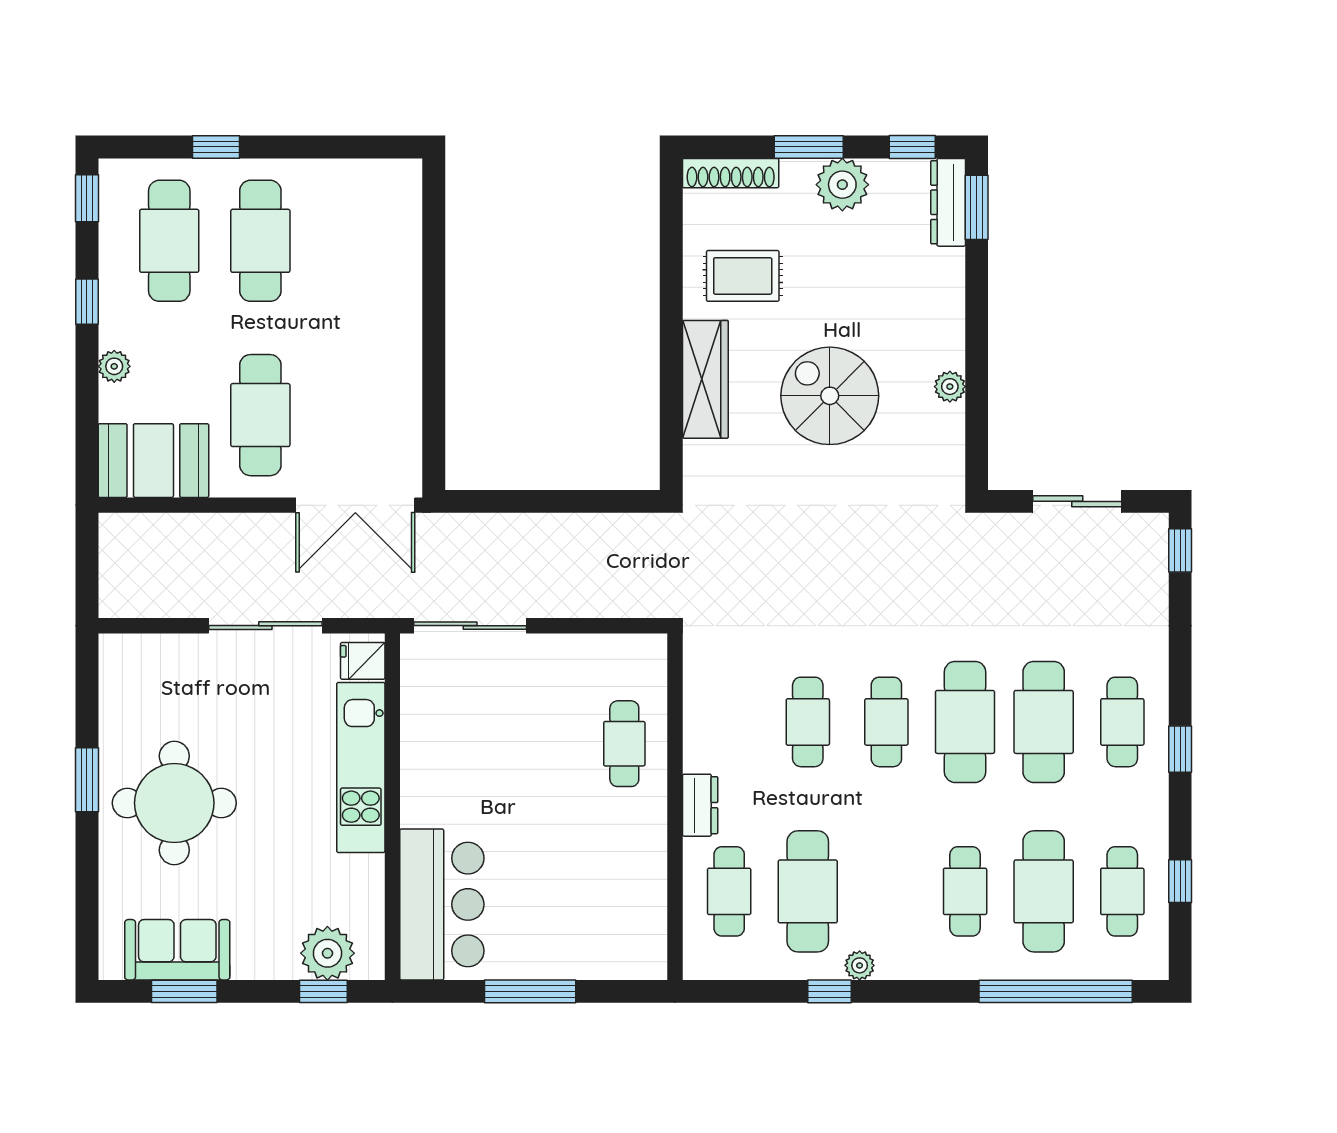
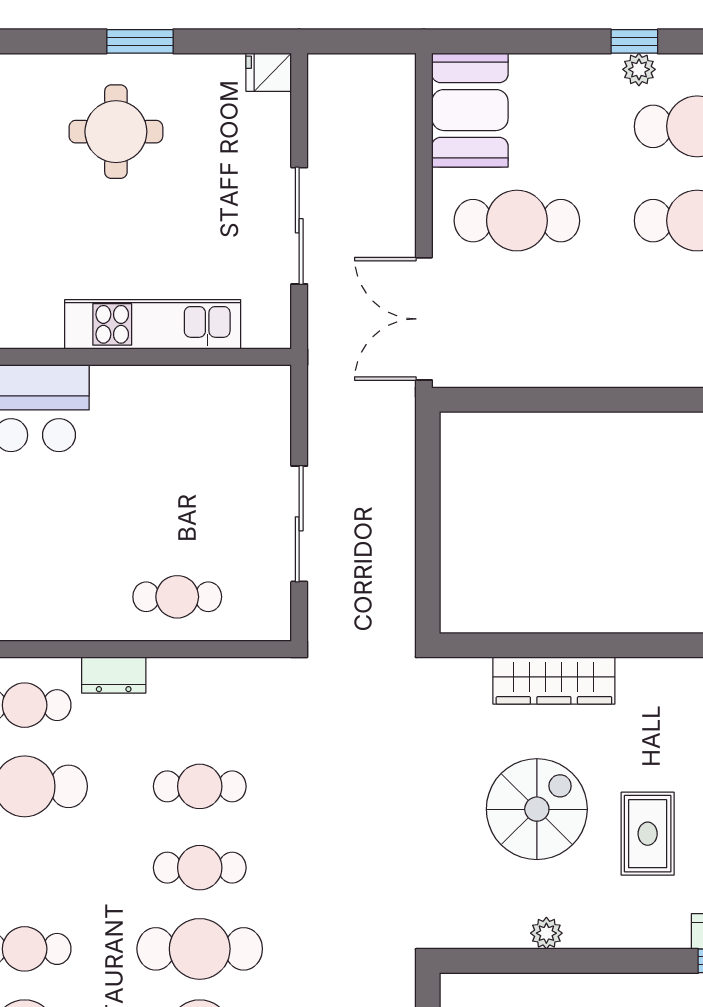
rug: (743, 276) -> (648, 834), moved
plant: (114, 366) -> (639, 69), moved
sliding door: (470, 626) -> (299, 524), moved
fridge: (363, 661) -> (269, 72), moved, turned -90
round table: (174, 803) -> (116, 132), width x0.73, depth x0.73

